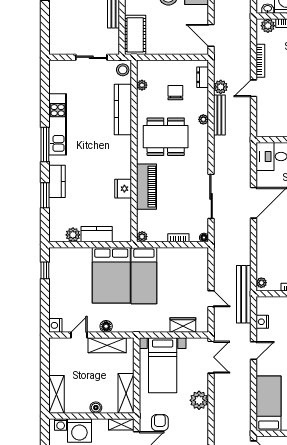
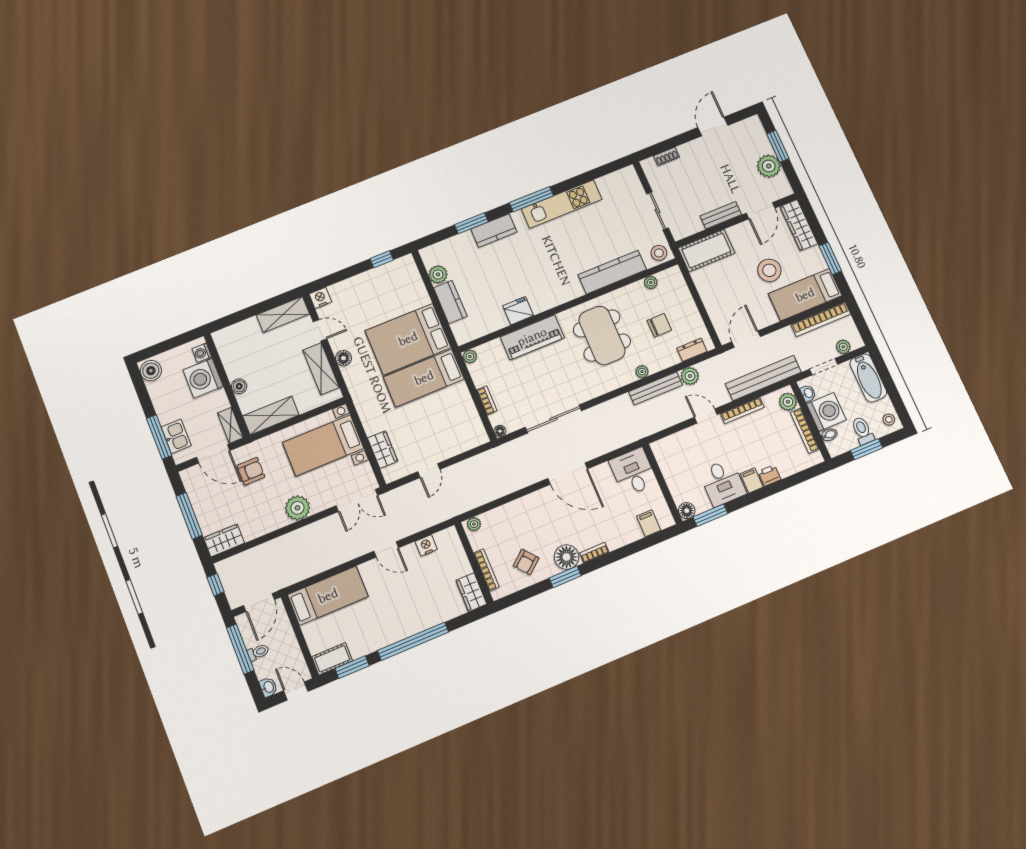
shoe rack: (53, 33) -> (666, 156), added
bench: (244, 294) -> (763, 378), moved
shelving: (57, 394) -> (283, 315), moved

